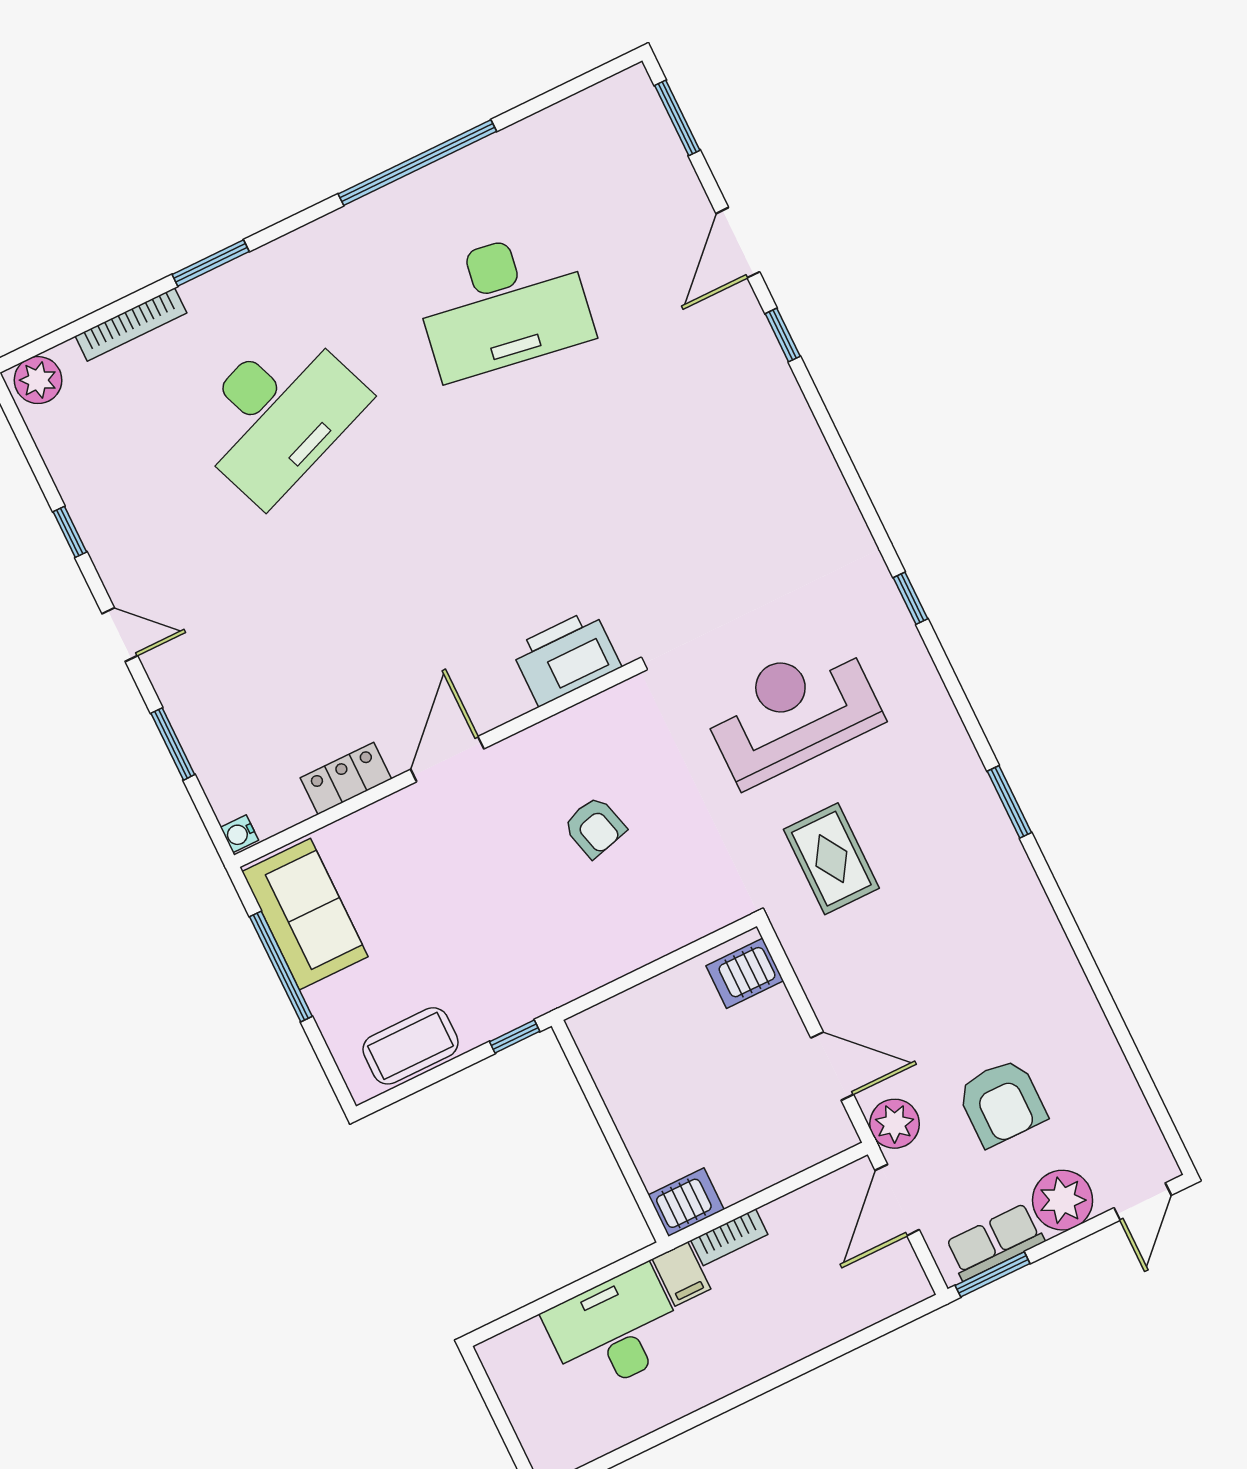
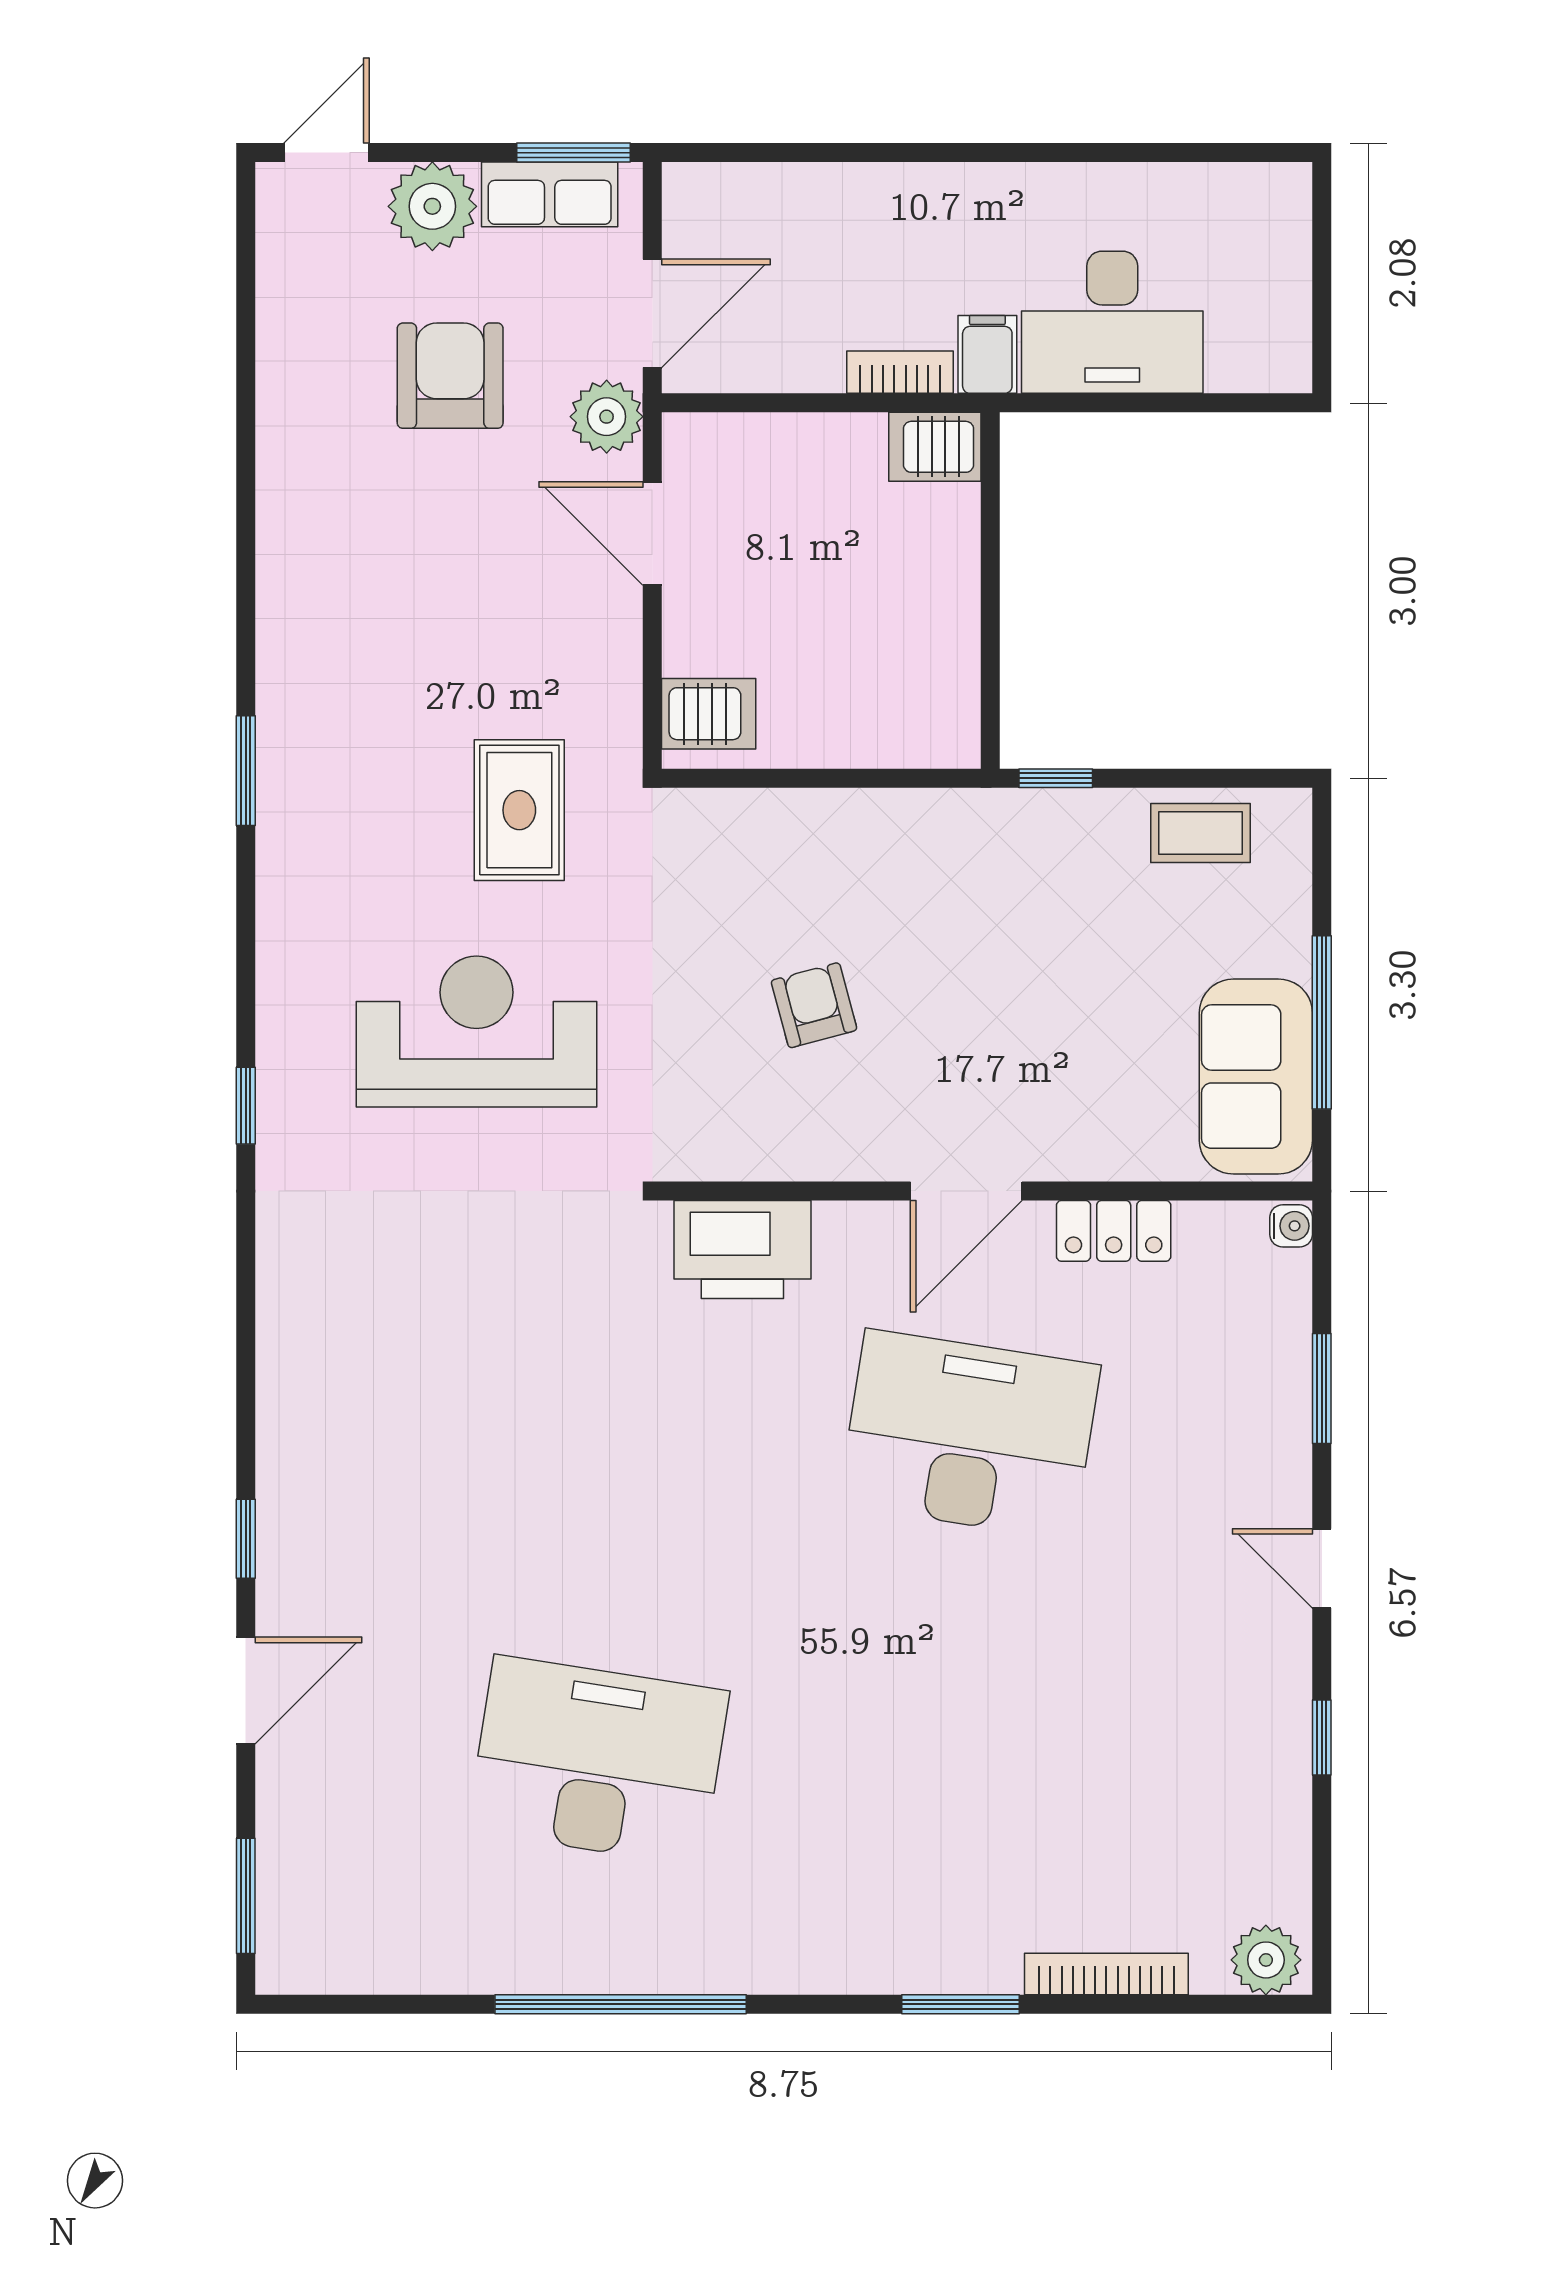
desk: (277, 414) -> (969, 1435), moved, turned 30
reception desk: (792, 711) -> (476, 1032), turned 180
coffee table: (411, 1046) -> (1200, 833), width x0.73, depth x0.77

